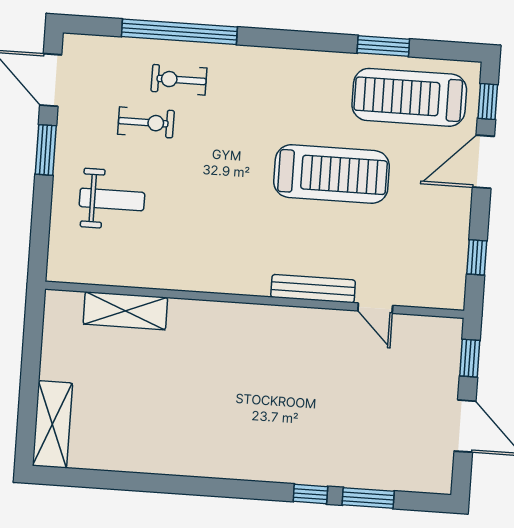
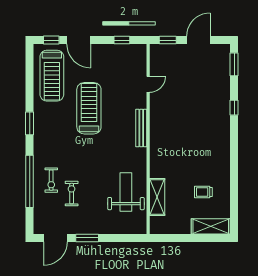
window: (383, 46) -> (30, 123), moved
weight bench: (112, 199) -> (126, 192), moved, width x1.36, depth x1.33
bench: (313, 289) -> (141, 128), moved
trolley: (129, 413) -> (203, 192), added
window: (368, 498) -> (234, 64), moved

